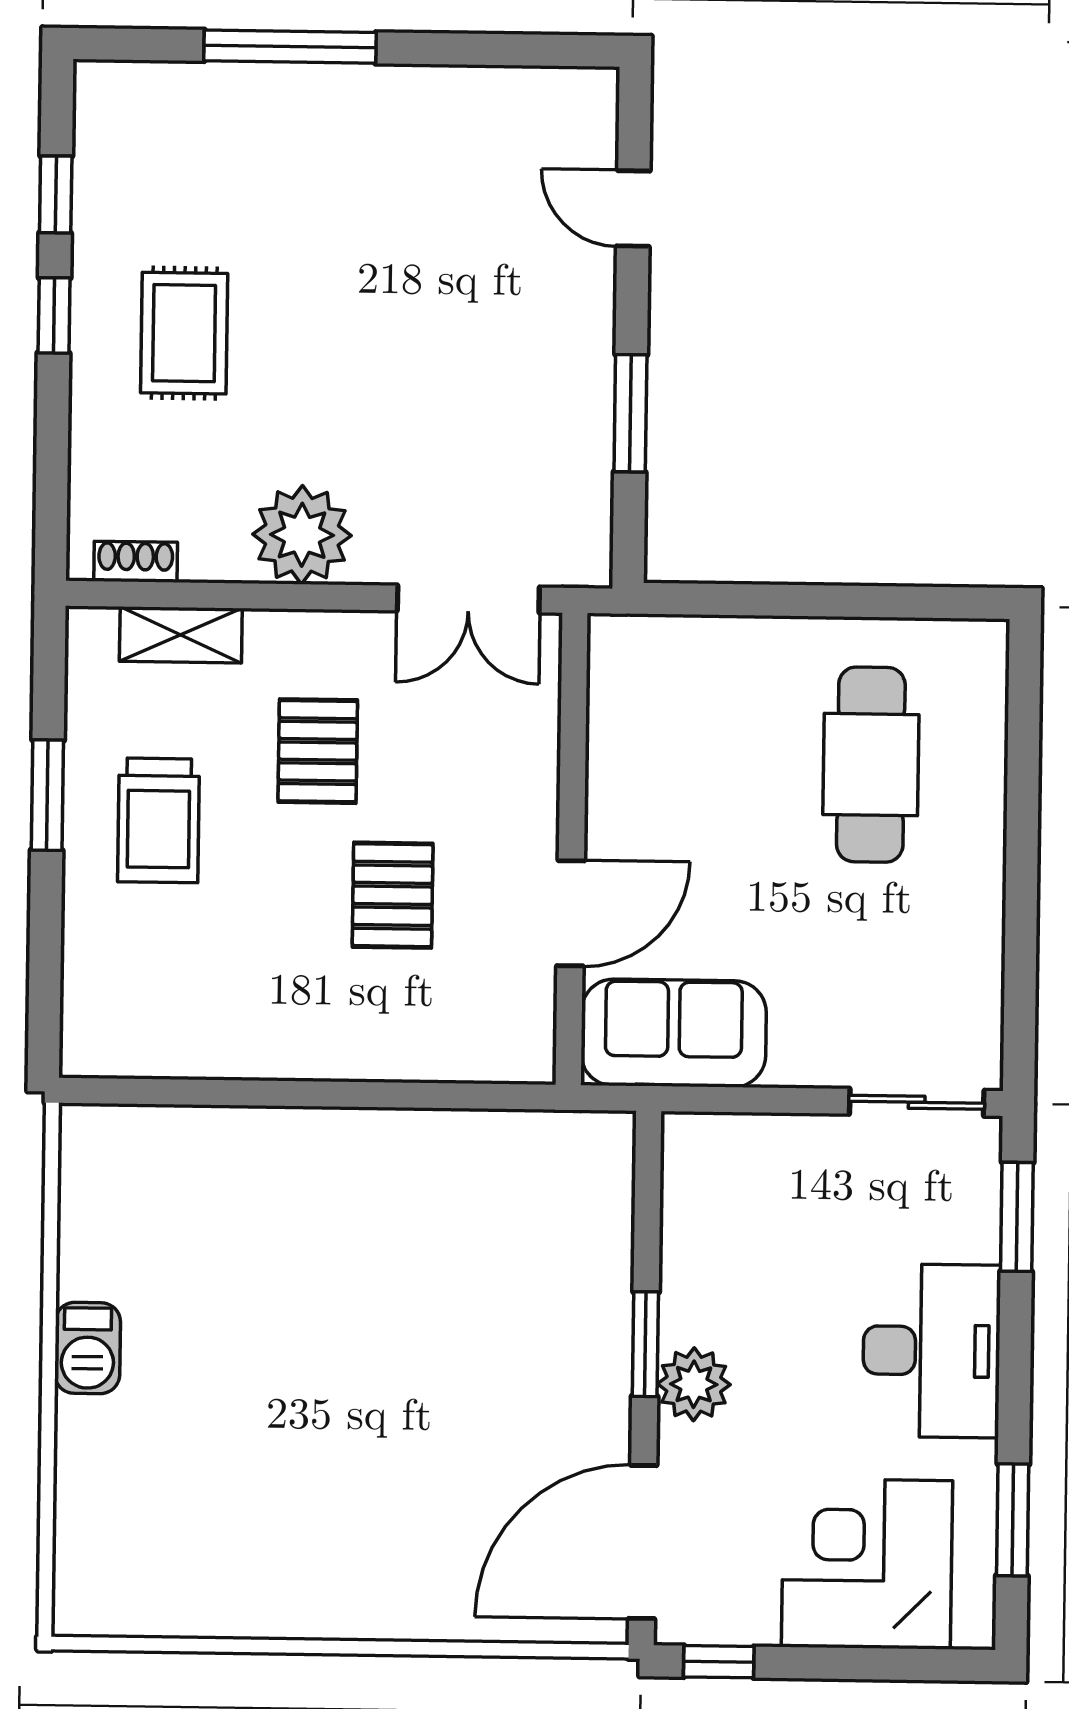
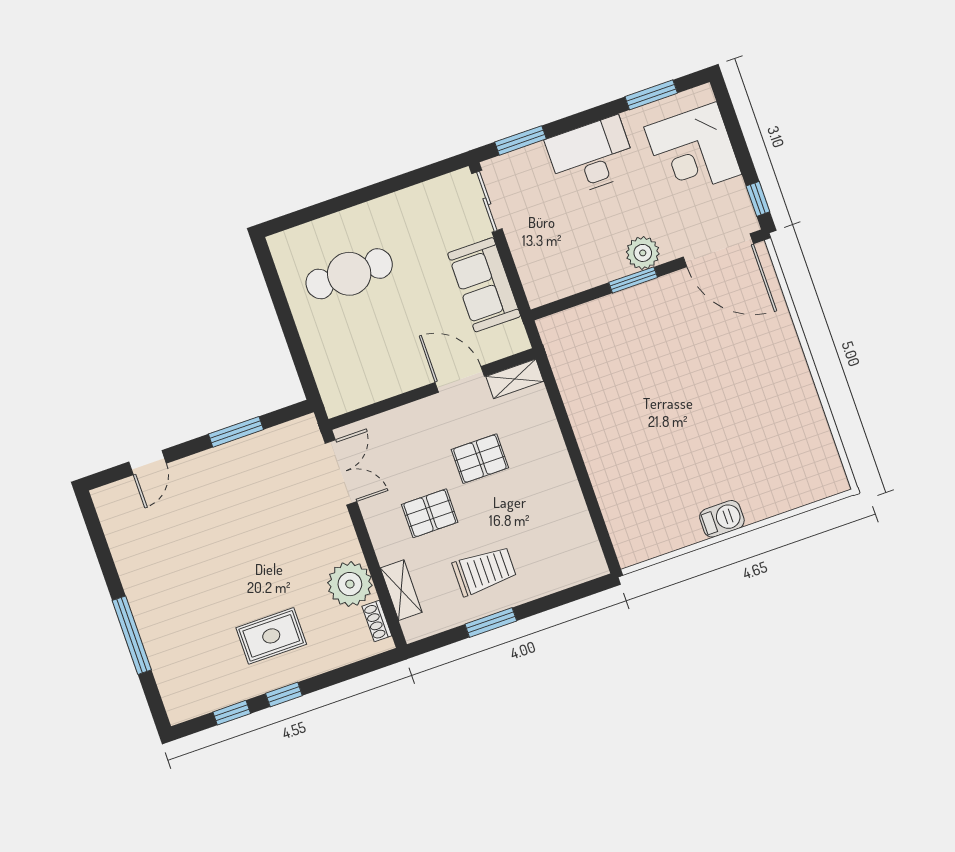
plant: (302, 535) -> (350, 584), moved
shelving: (531, 1026) -> (515, 379), added
sofa: (674, 1033) -> (484, 285), moved

